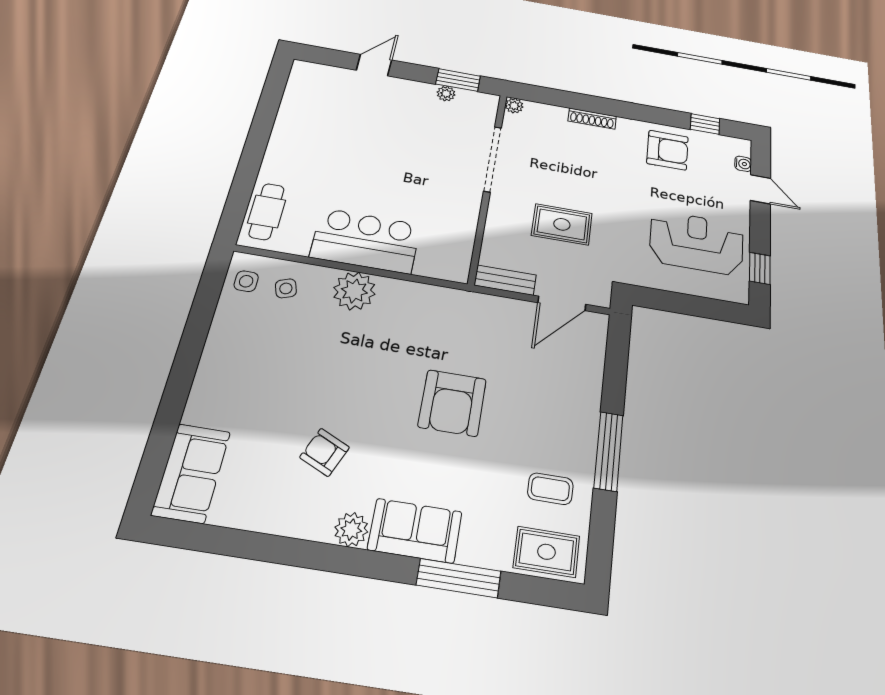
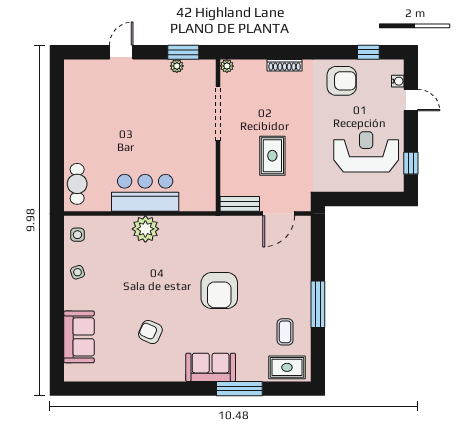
rug: (562, 224) -> (272, 156), turned 90
side table: (286, 288) -> (78, 272), moved
sofa: (191, 473) -> (79, 337), moved
coffee table: (550, 489) -> (285, 332), turned 90
plant: (351, 530) -> (175, 372), removed

